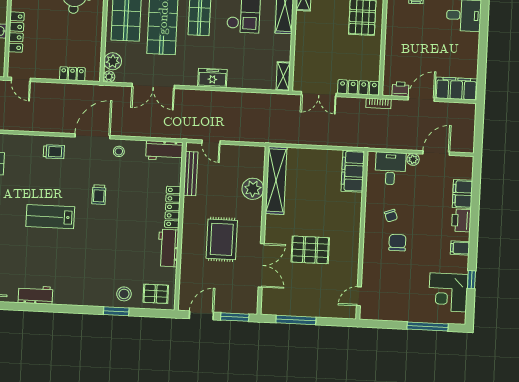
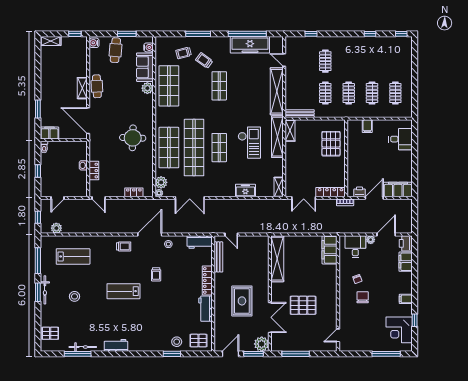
locker: (16, 32) -> (94, 171), width x0.66
freezer: (212, 78) -> (245, 191), moved
plant: (253, 189) -> (262, 344), moved
printer: (461, 220) -> (406, 243), moved

